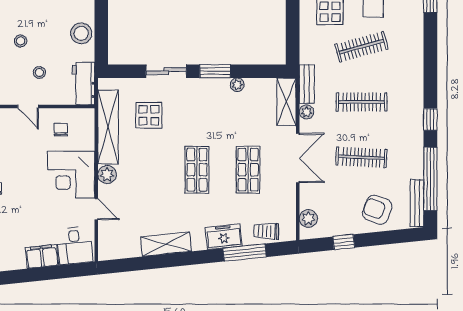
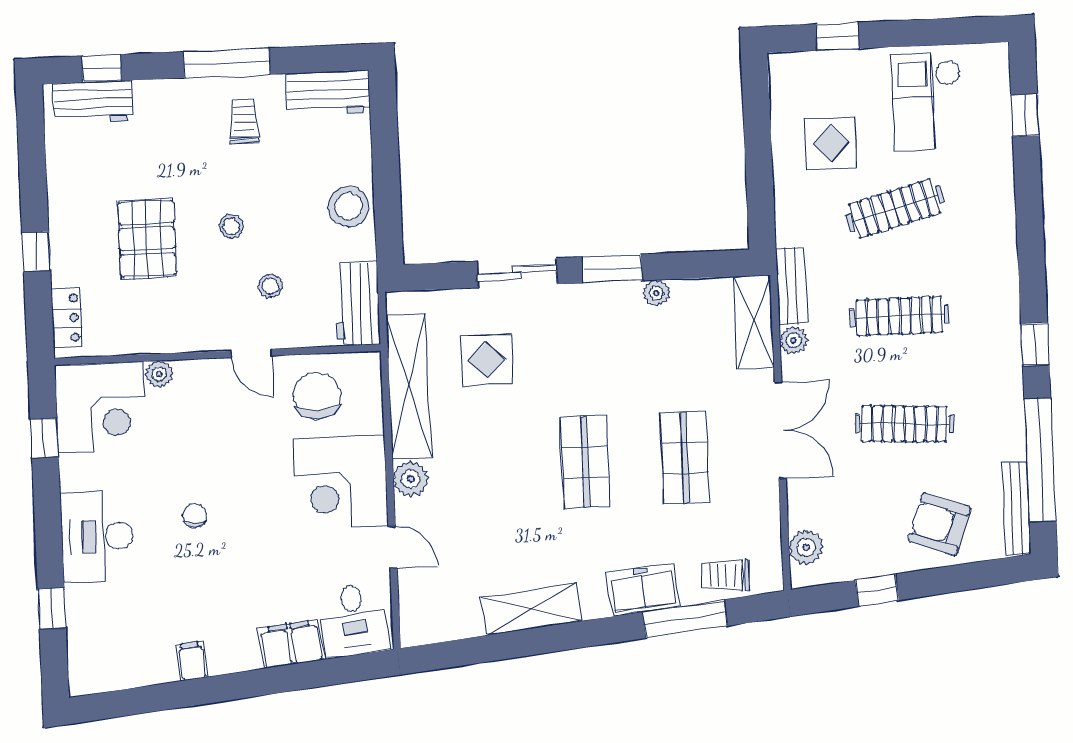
chair: (61, 130) -> (317, 396), width x1.87, depth x1.87

